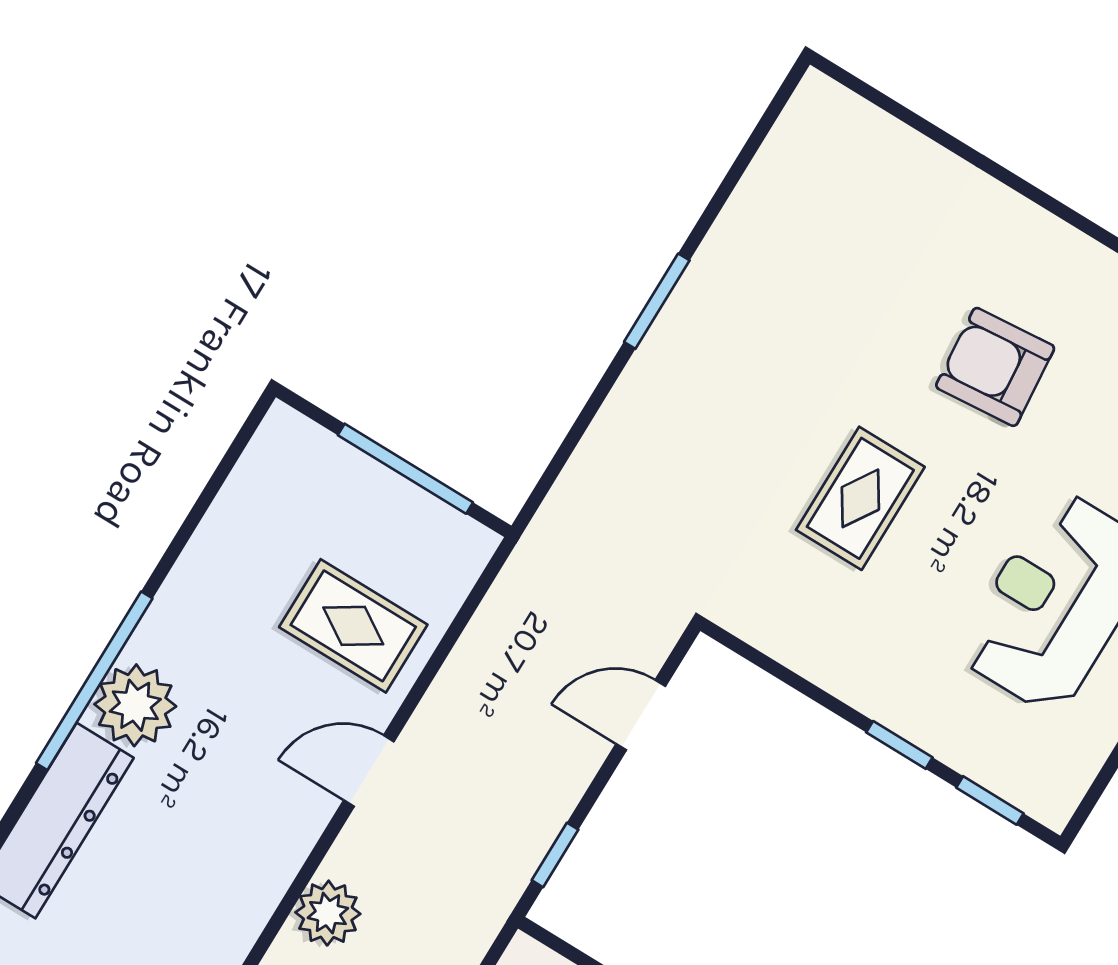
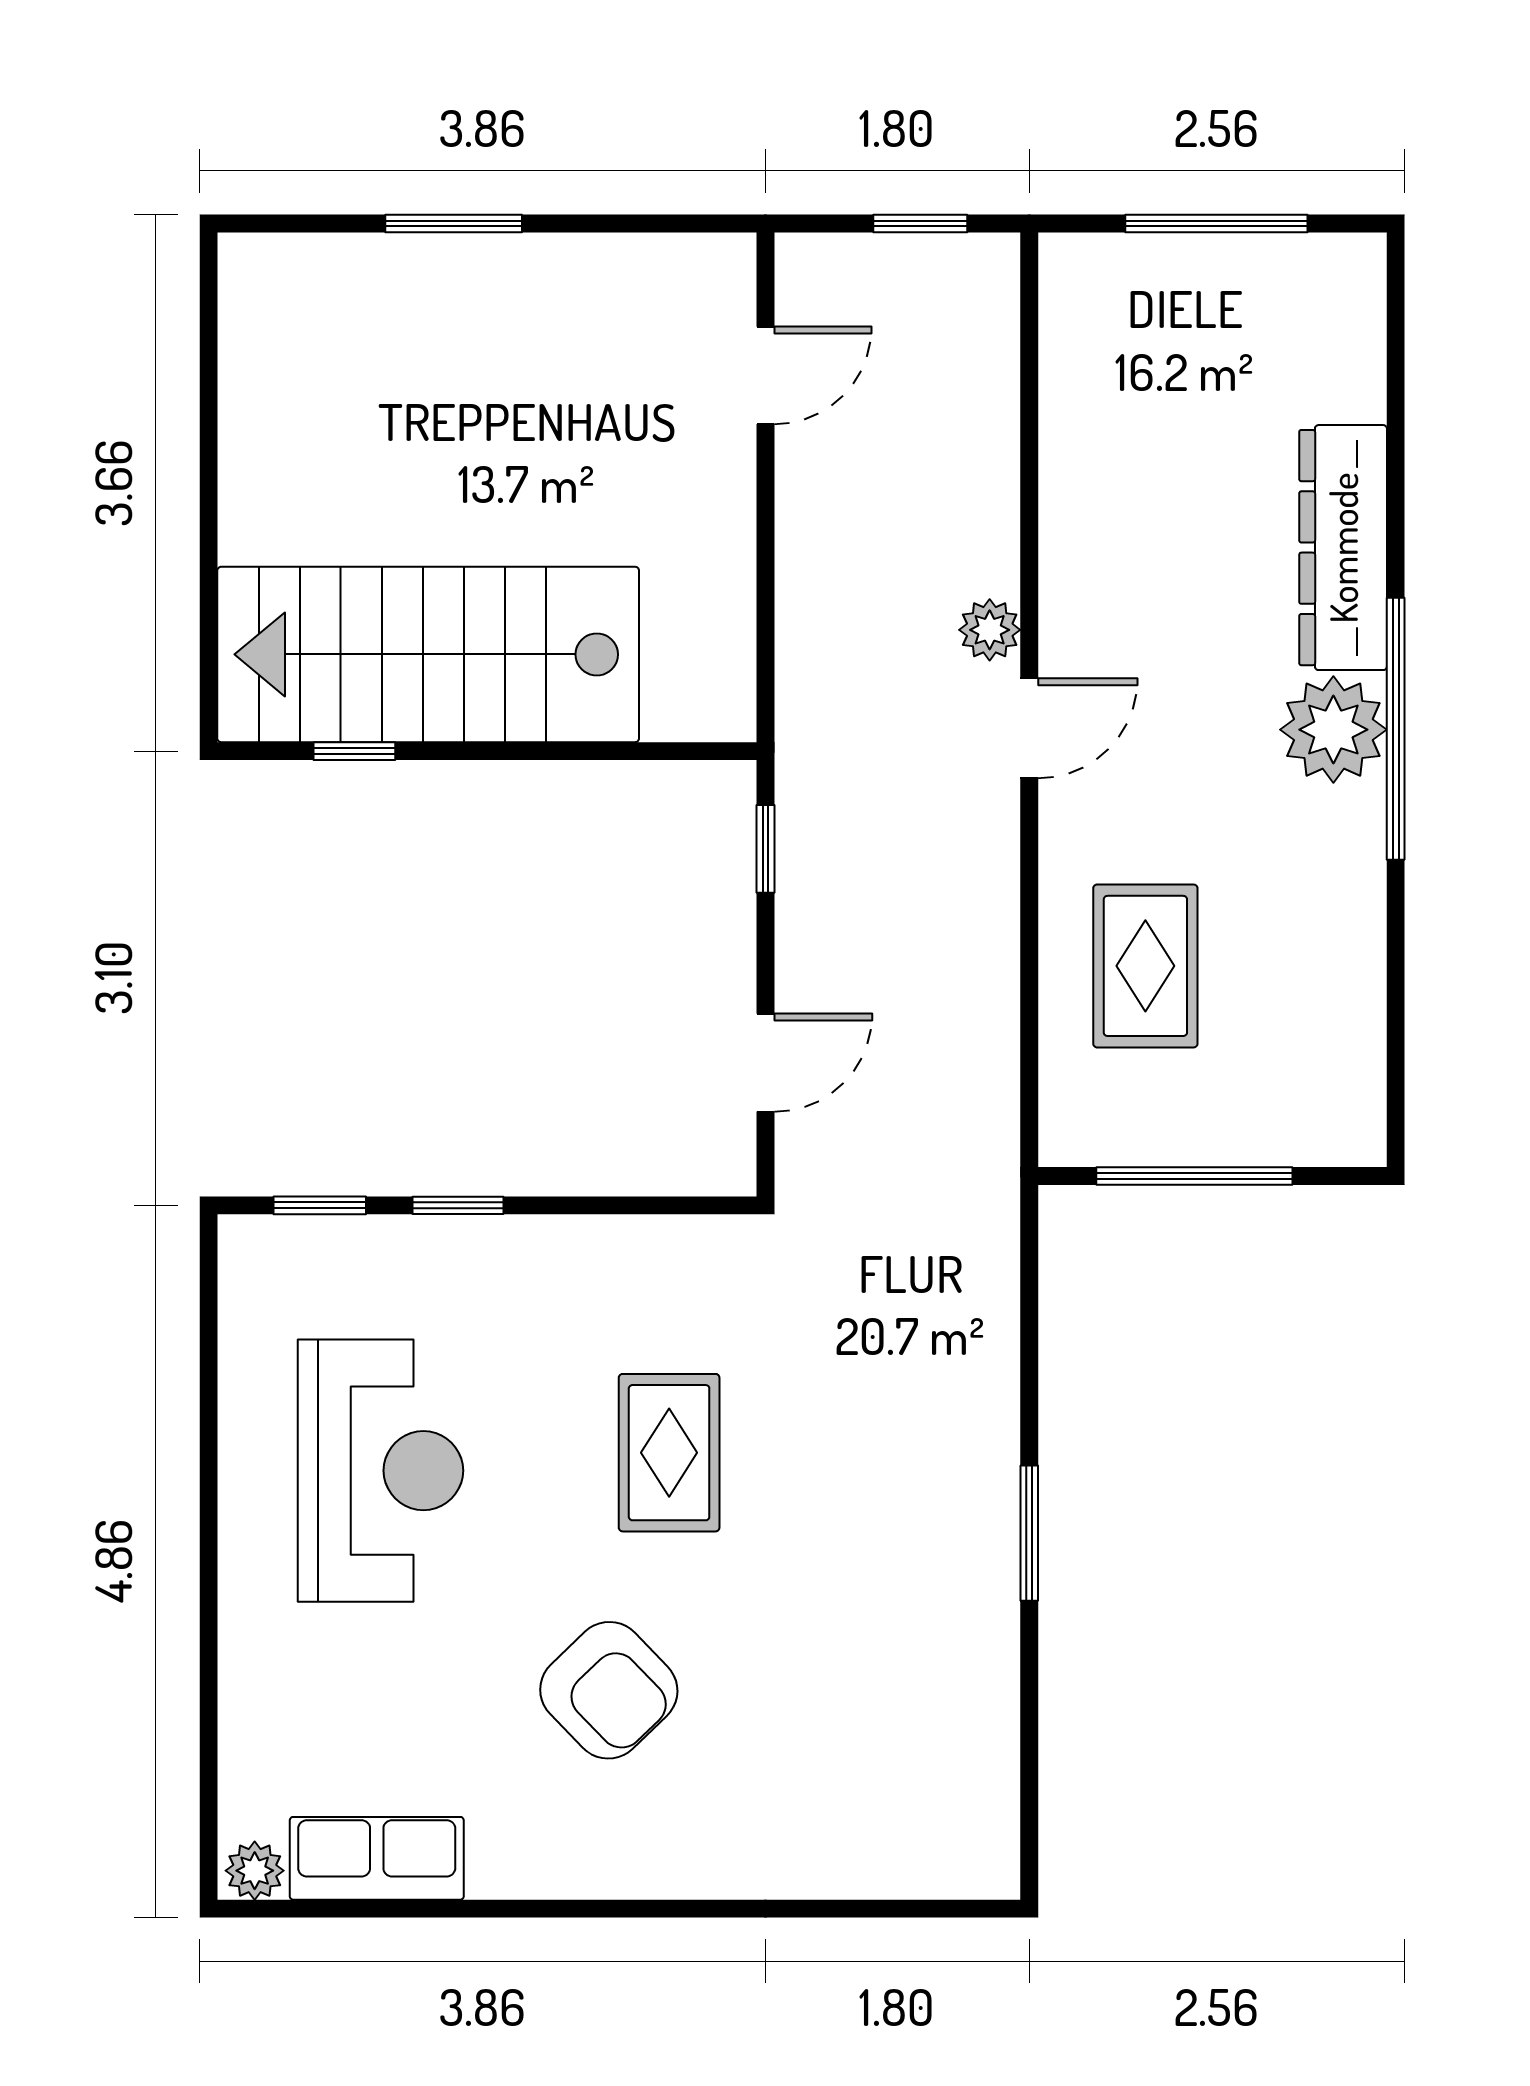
armchair: (995, 367) -> (609, 1690), turned 51
rug: (353, 626) -> (1145, 966), turned 90
door: (369, 771) -> (1029, 728), moved
plant: (328, 913) -> (990, 630), width x0.73, depth x0.73

